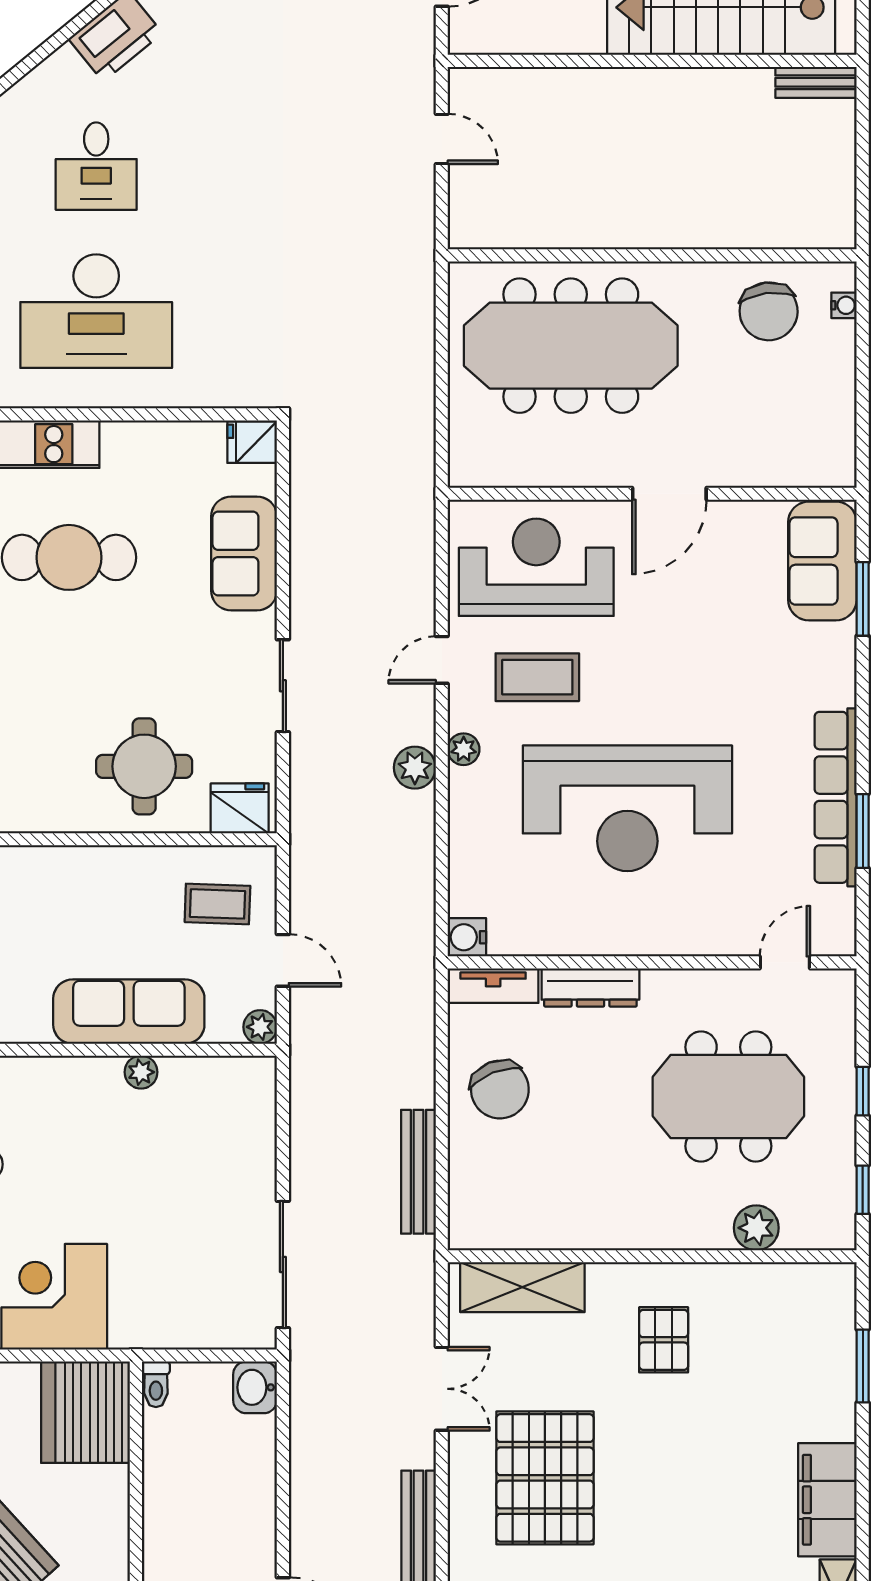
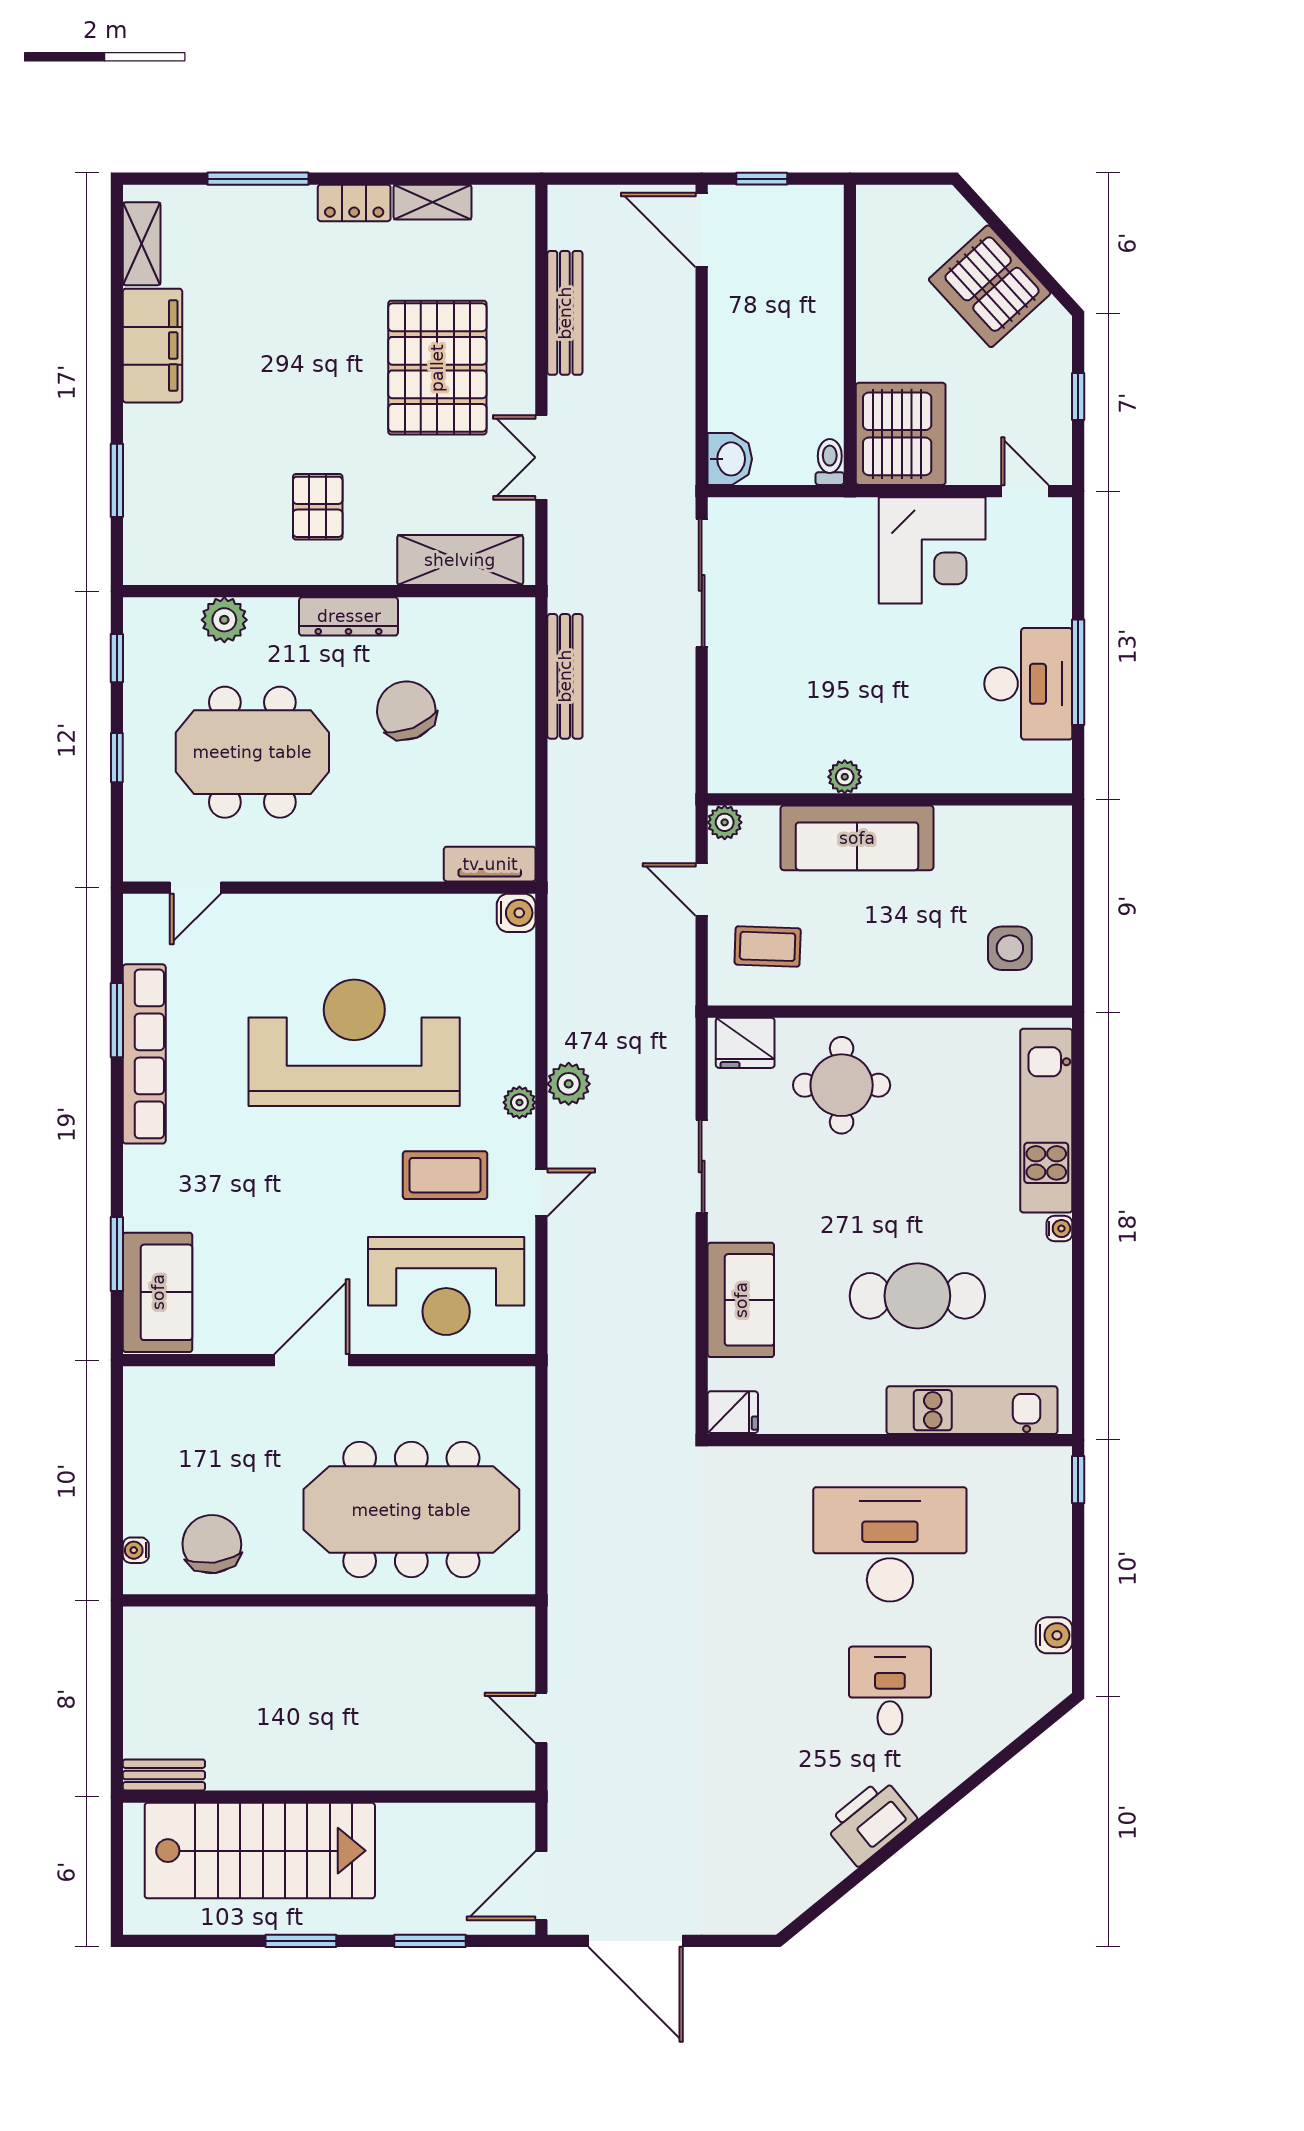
dresser: (590, 987) -> (349, 616), moved, turned 180
chair: (500, 1090) -> (406, 711), moved

